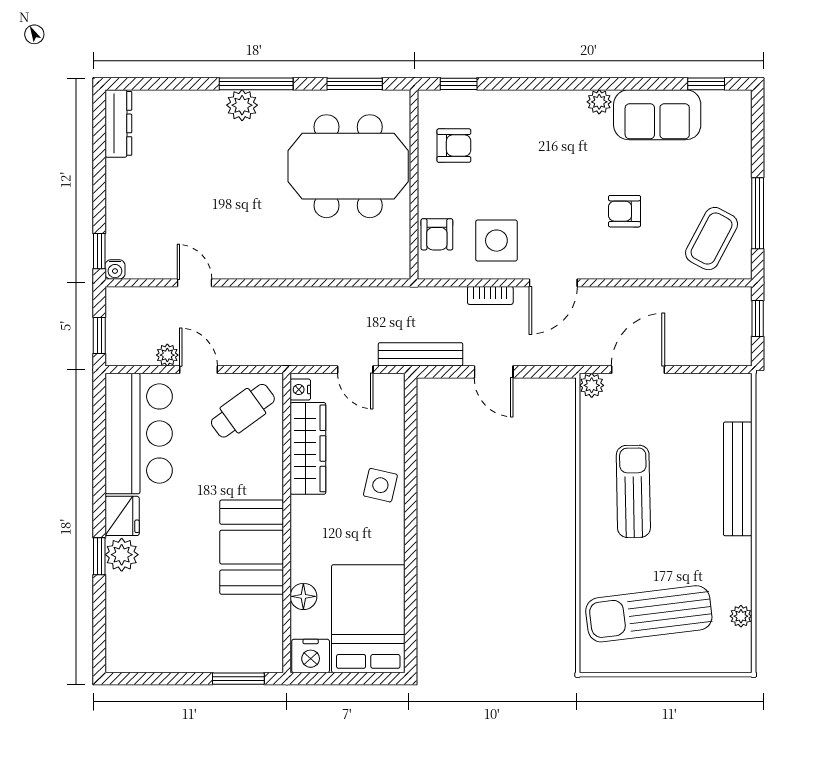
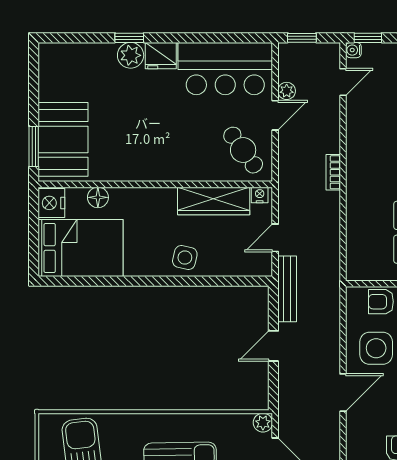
door: (195, 283) -> (343, 82), moved
door: (553, 283) -> (343, 393), swing flipped
bookcase: (490, 295) -> (333, 172), moved
booth: (252, 547) -> (63, 139), moved, turned 90

